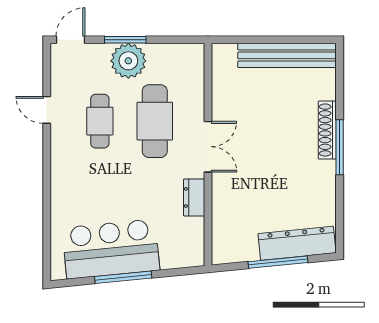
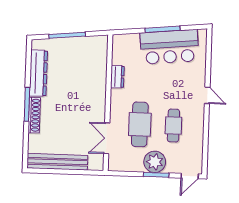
door: (47, 110) -> (207, 95), moved
double door: (208, 147) -> (107, 138), moved
dresser: (297, 243) -> (38, 73), moved, turned -84

